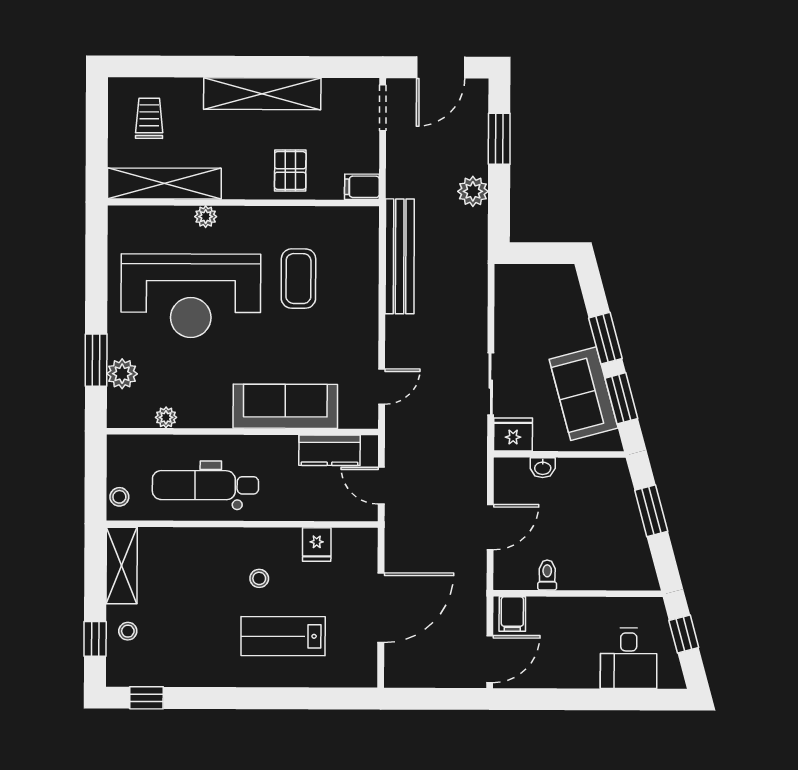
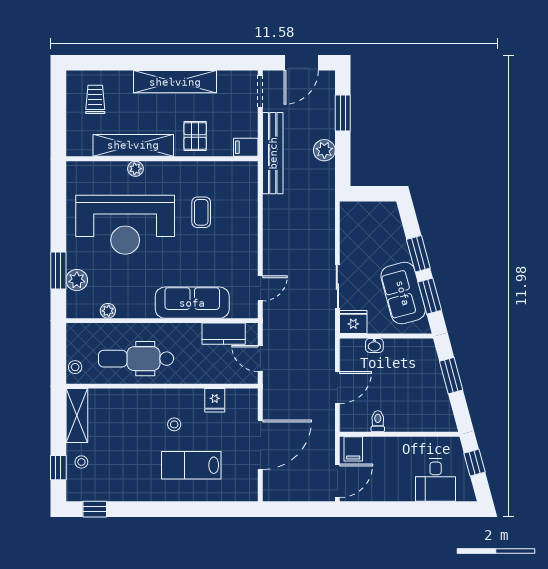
shelving: (164, 184) -> (133, 145), moved
bench: (400, 256) -> (273, 153), moved
coffee table: (298, 279) -> (201, 212), width x0.73, depth x0.77

